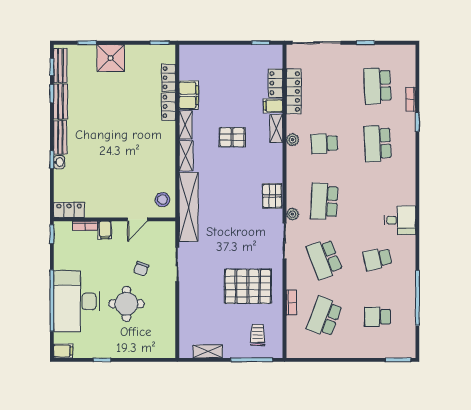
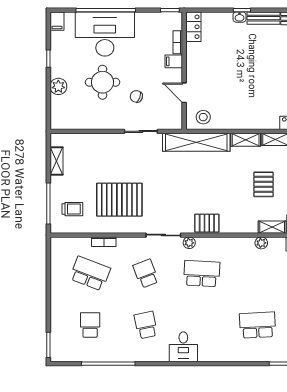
school desk: (324, 144) -> (257, 274), removed
school desk: (324, 259) -> (146, 274), width x0.54
pallet: (248, 286) -> (119, 200), turned 90
plant: (131, 349) -> (58, 86), added

